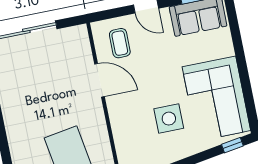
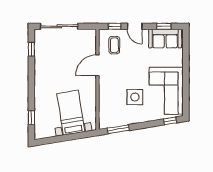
window: (114, 13) -> (115, 26), added
door: (100, 80) -> (97, 65), swing flipped

